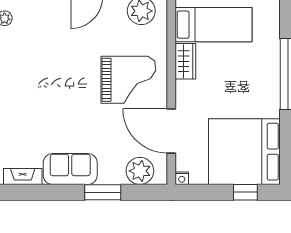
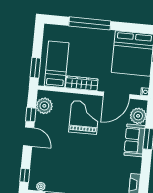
wardrobe: (185, 61) -> (82, 83), width x1.50
sofa: (70, 169) -> (135, 140), moved

